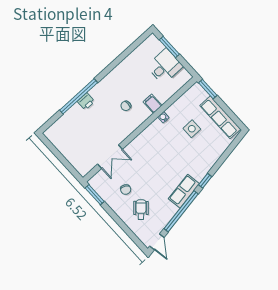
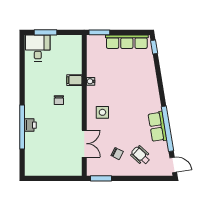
desk: (165, 66) -> (38, 48), moved
side table: (192, 129) -> (102, 112), moved
window: (205, 181) -> (154, 47), moved
row of seats: (184, 191) -> (157, 127), moved

